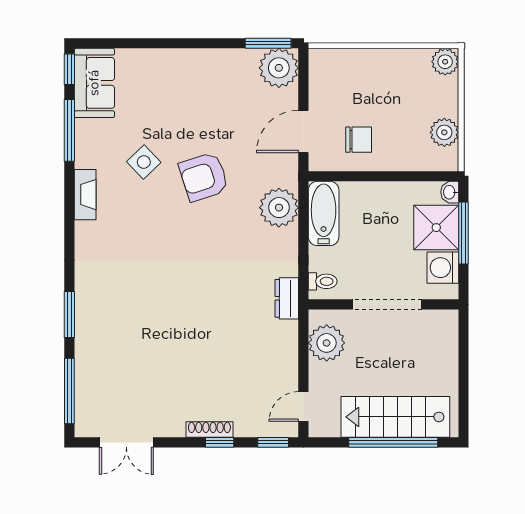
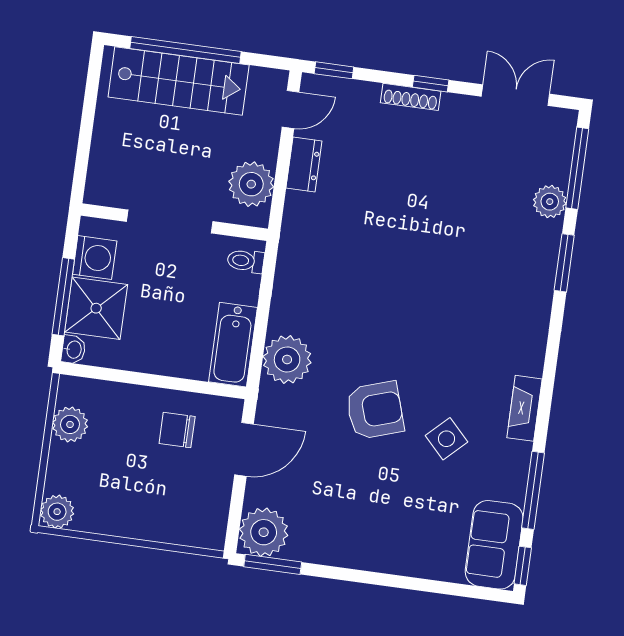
dresser: (287, 298) -> (304, 164), moved
plant: (88, 362) -> (550, 202), added
window: (220, 442) -> (431, 84), moved

